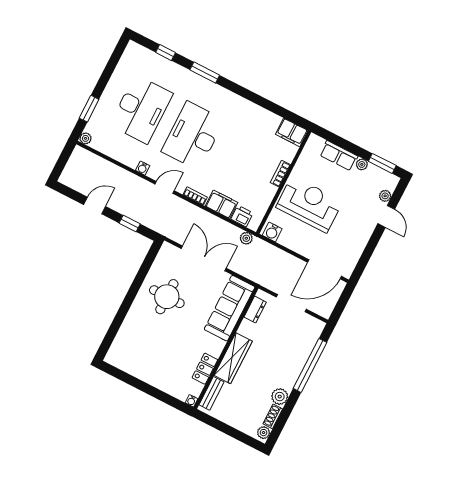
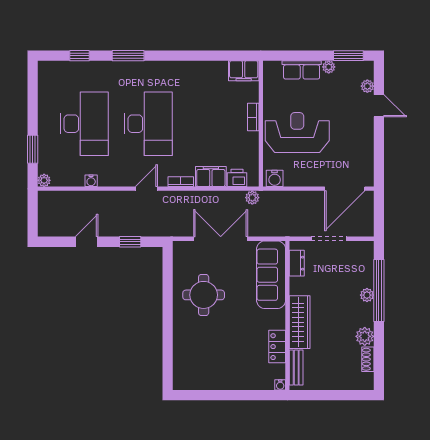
desk: (193, 136) -> (148, 124), turned 180
water cooler: (143, 168) -> (91, 181), moved
plant: (264, 433) -> (367, 295), moved

